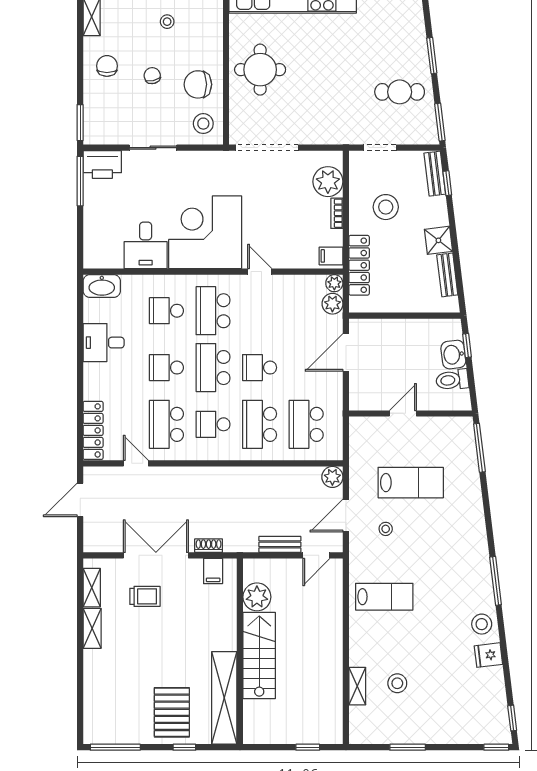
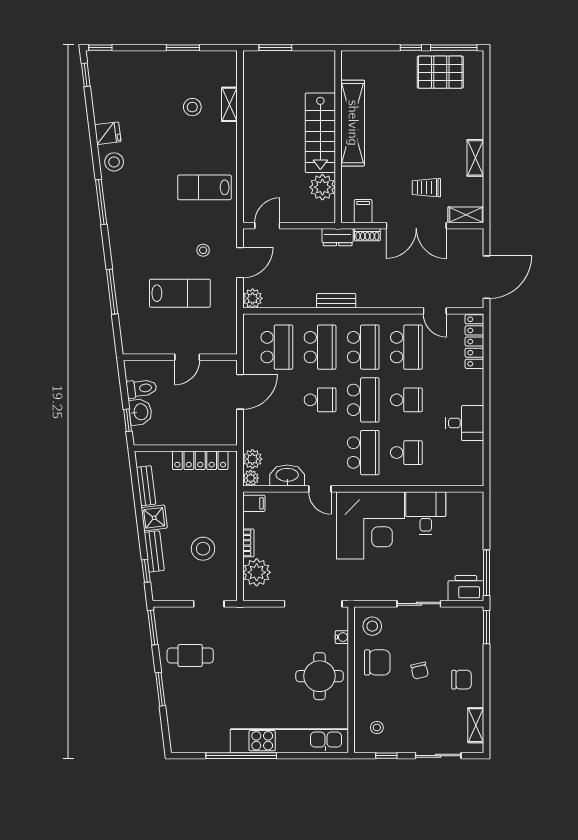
stool: (167, 22) -> (377, 727), moved
chair: (107, 66) -> (462, 680), turned -90
water cooler: (236, 112) -> (342, 637), added
bench: (435, 174) -> (154, 551), moved
locker: (359, 265) -> (200, 460), moved, turned -90
washbasin: (102, 286) -> (287, 475), moved
door: (346, 352) -> (240, 392), moved
school desk: (213, 424) -> (363, 347), width x1.85
window: (479, 448) -> (112, 292), moved
lab bench: (411, 483) -> (180, 293), turned 180
door: (80, 500) -> (486, 277), width x1.36
dresser: (241, 543) -> (338, 237), added
bench: (280, 544) -> (336, 301), moved
shelving: (92, 588) -> (466, 215), moved, turned 90
shelving: (224, 698) -> (353, 123), moved
pallet: (172, 712) -> (440, 72), moved, turned 90
window: (184, 747) -> (411, 48), moved
window: (308, 747) -> (275, 48), width x1.50

